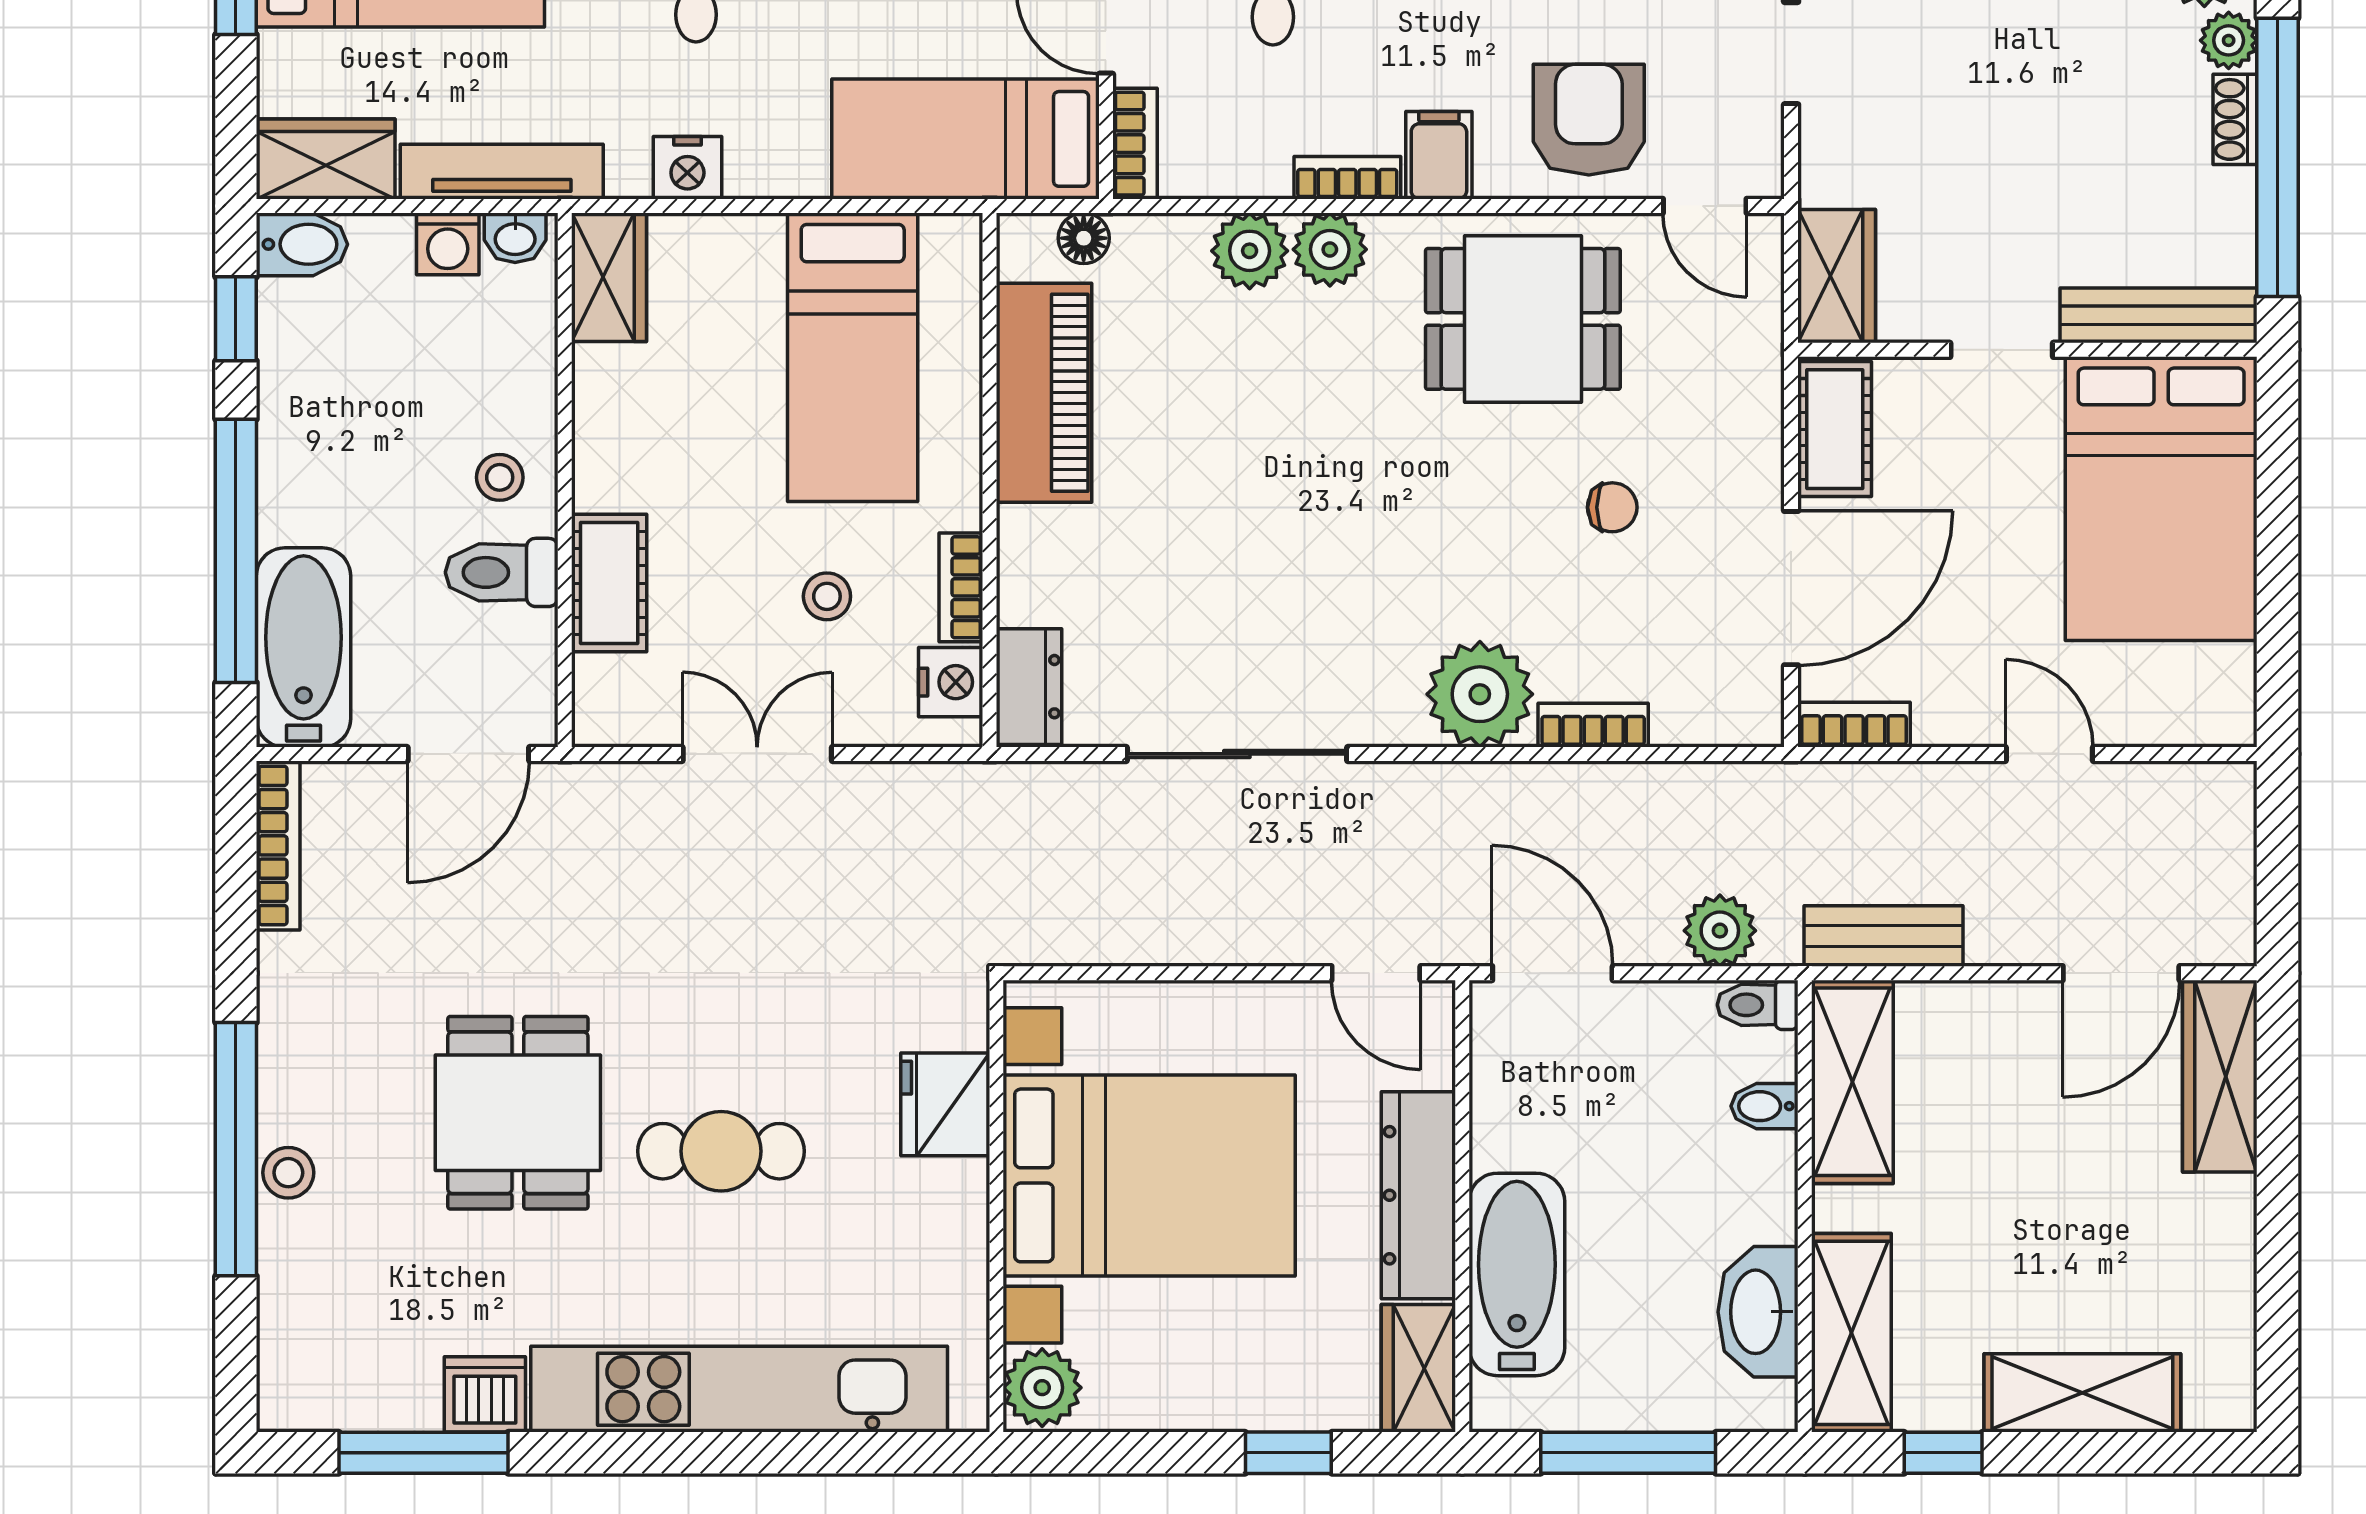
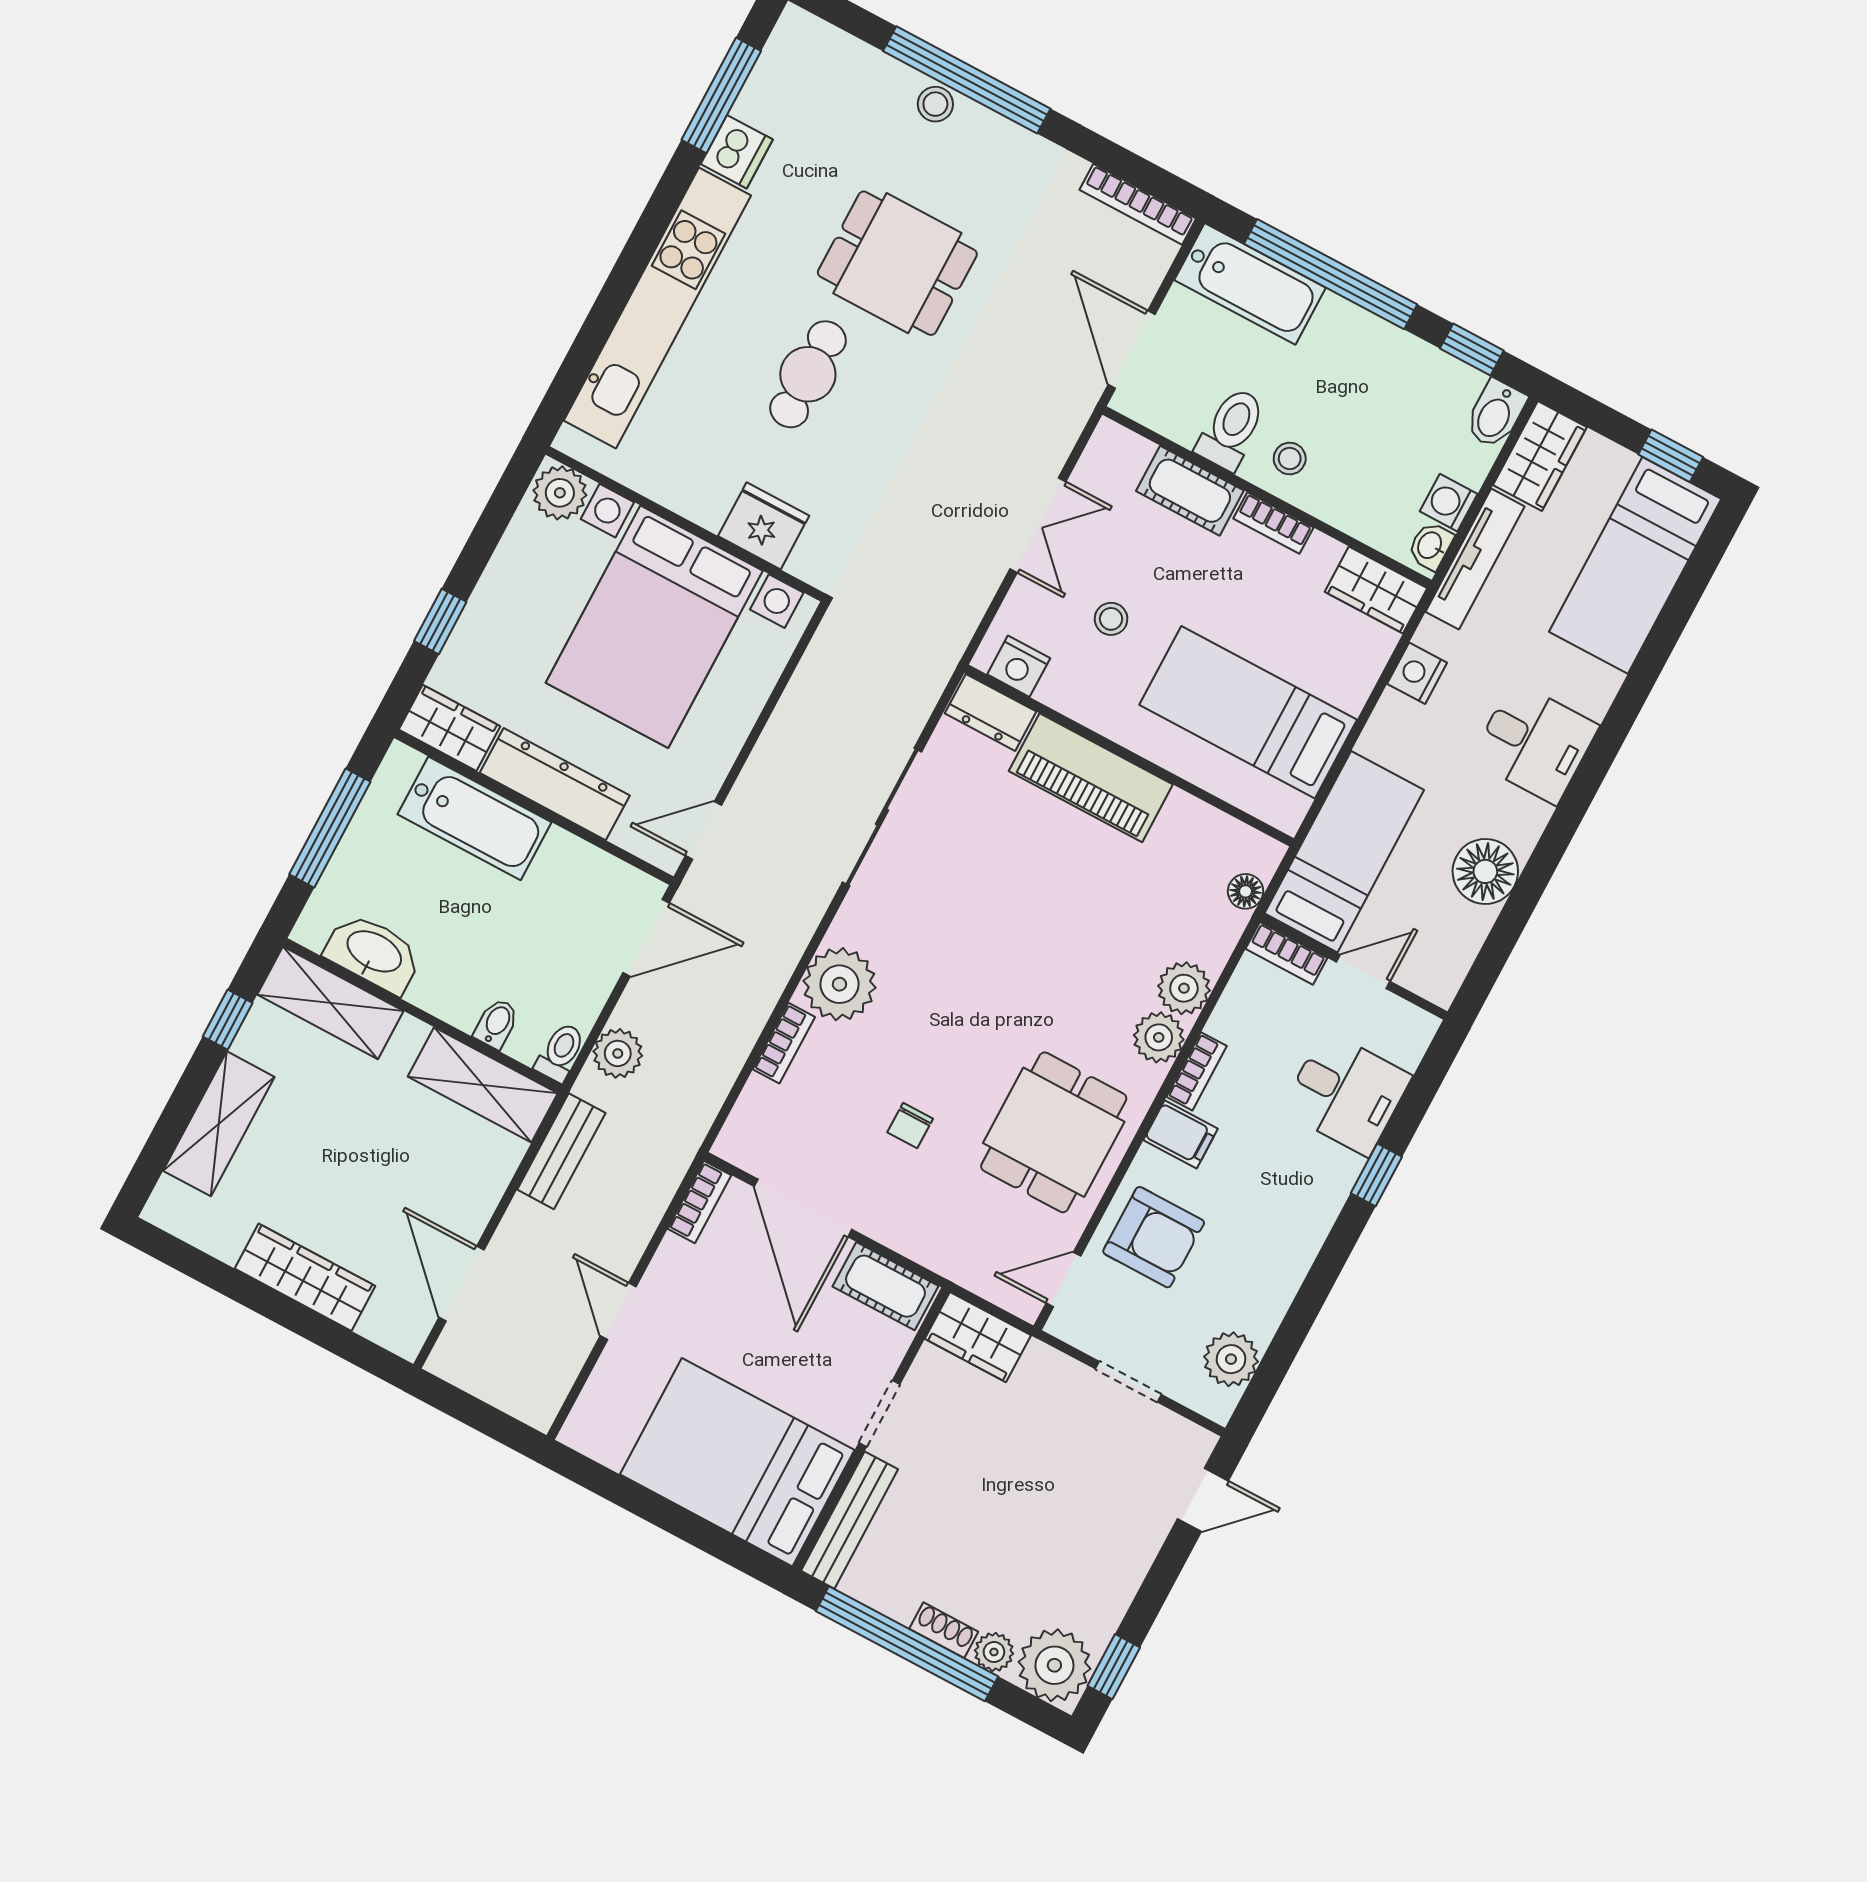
piano: (1044, 393) -> (1091, 778), moved
bookcase: (961, 587) -> (1273, 523), moved, turned 180
door: (2049, 754) -> (618, 1311), swing flipped
wardrobe: (2220, 1076) -> (305, 1277), moved

